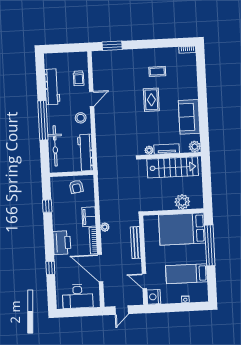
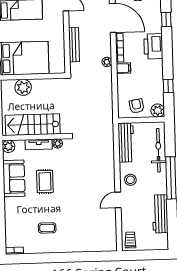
window: (112, 46) -> (95, 256), removed
trolley: (79, 78) -> (130, 240), moved
rug: (151, 100) -> (45, 182), moved
plant: (57, 183) -> (158, 111), added
filing cabinet: (89, 217) -> (124, 68), width x0.50

